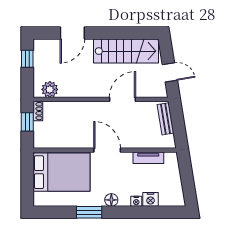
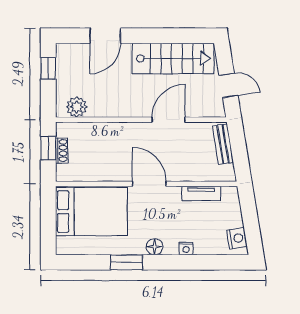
shoe rack: (38, 111) -> (62, 151), moved
nightstand: (151, 199) -> (237, 238), moved, turned -99

